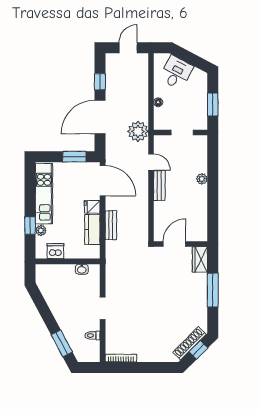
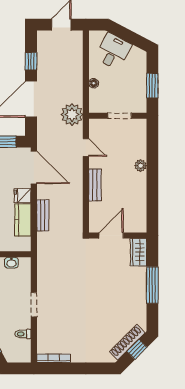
bench: (159, 186) -> (95, 185), moved

